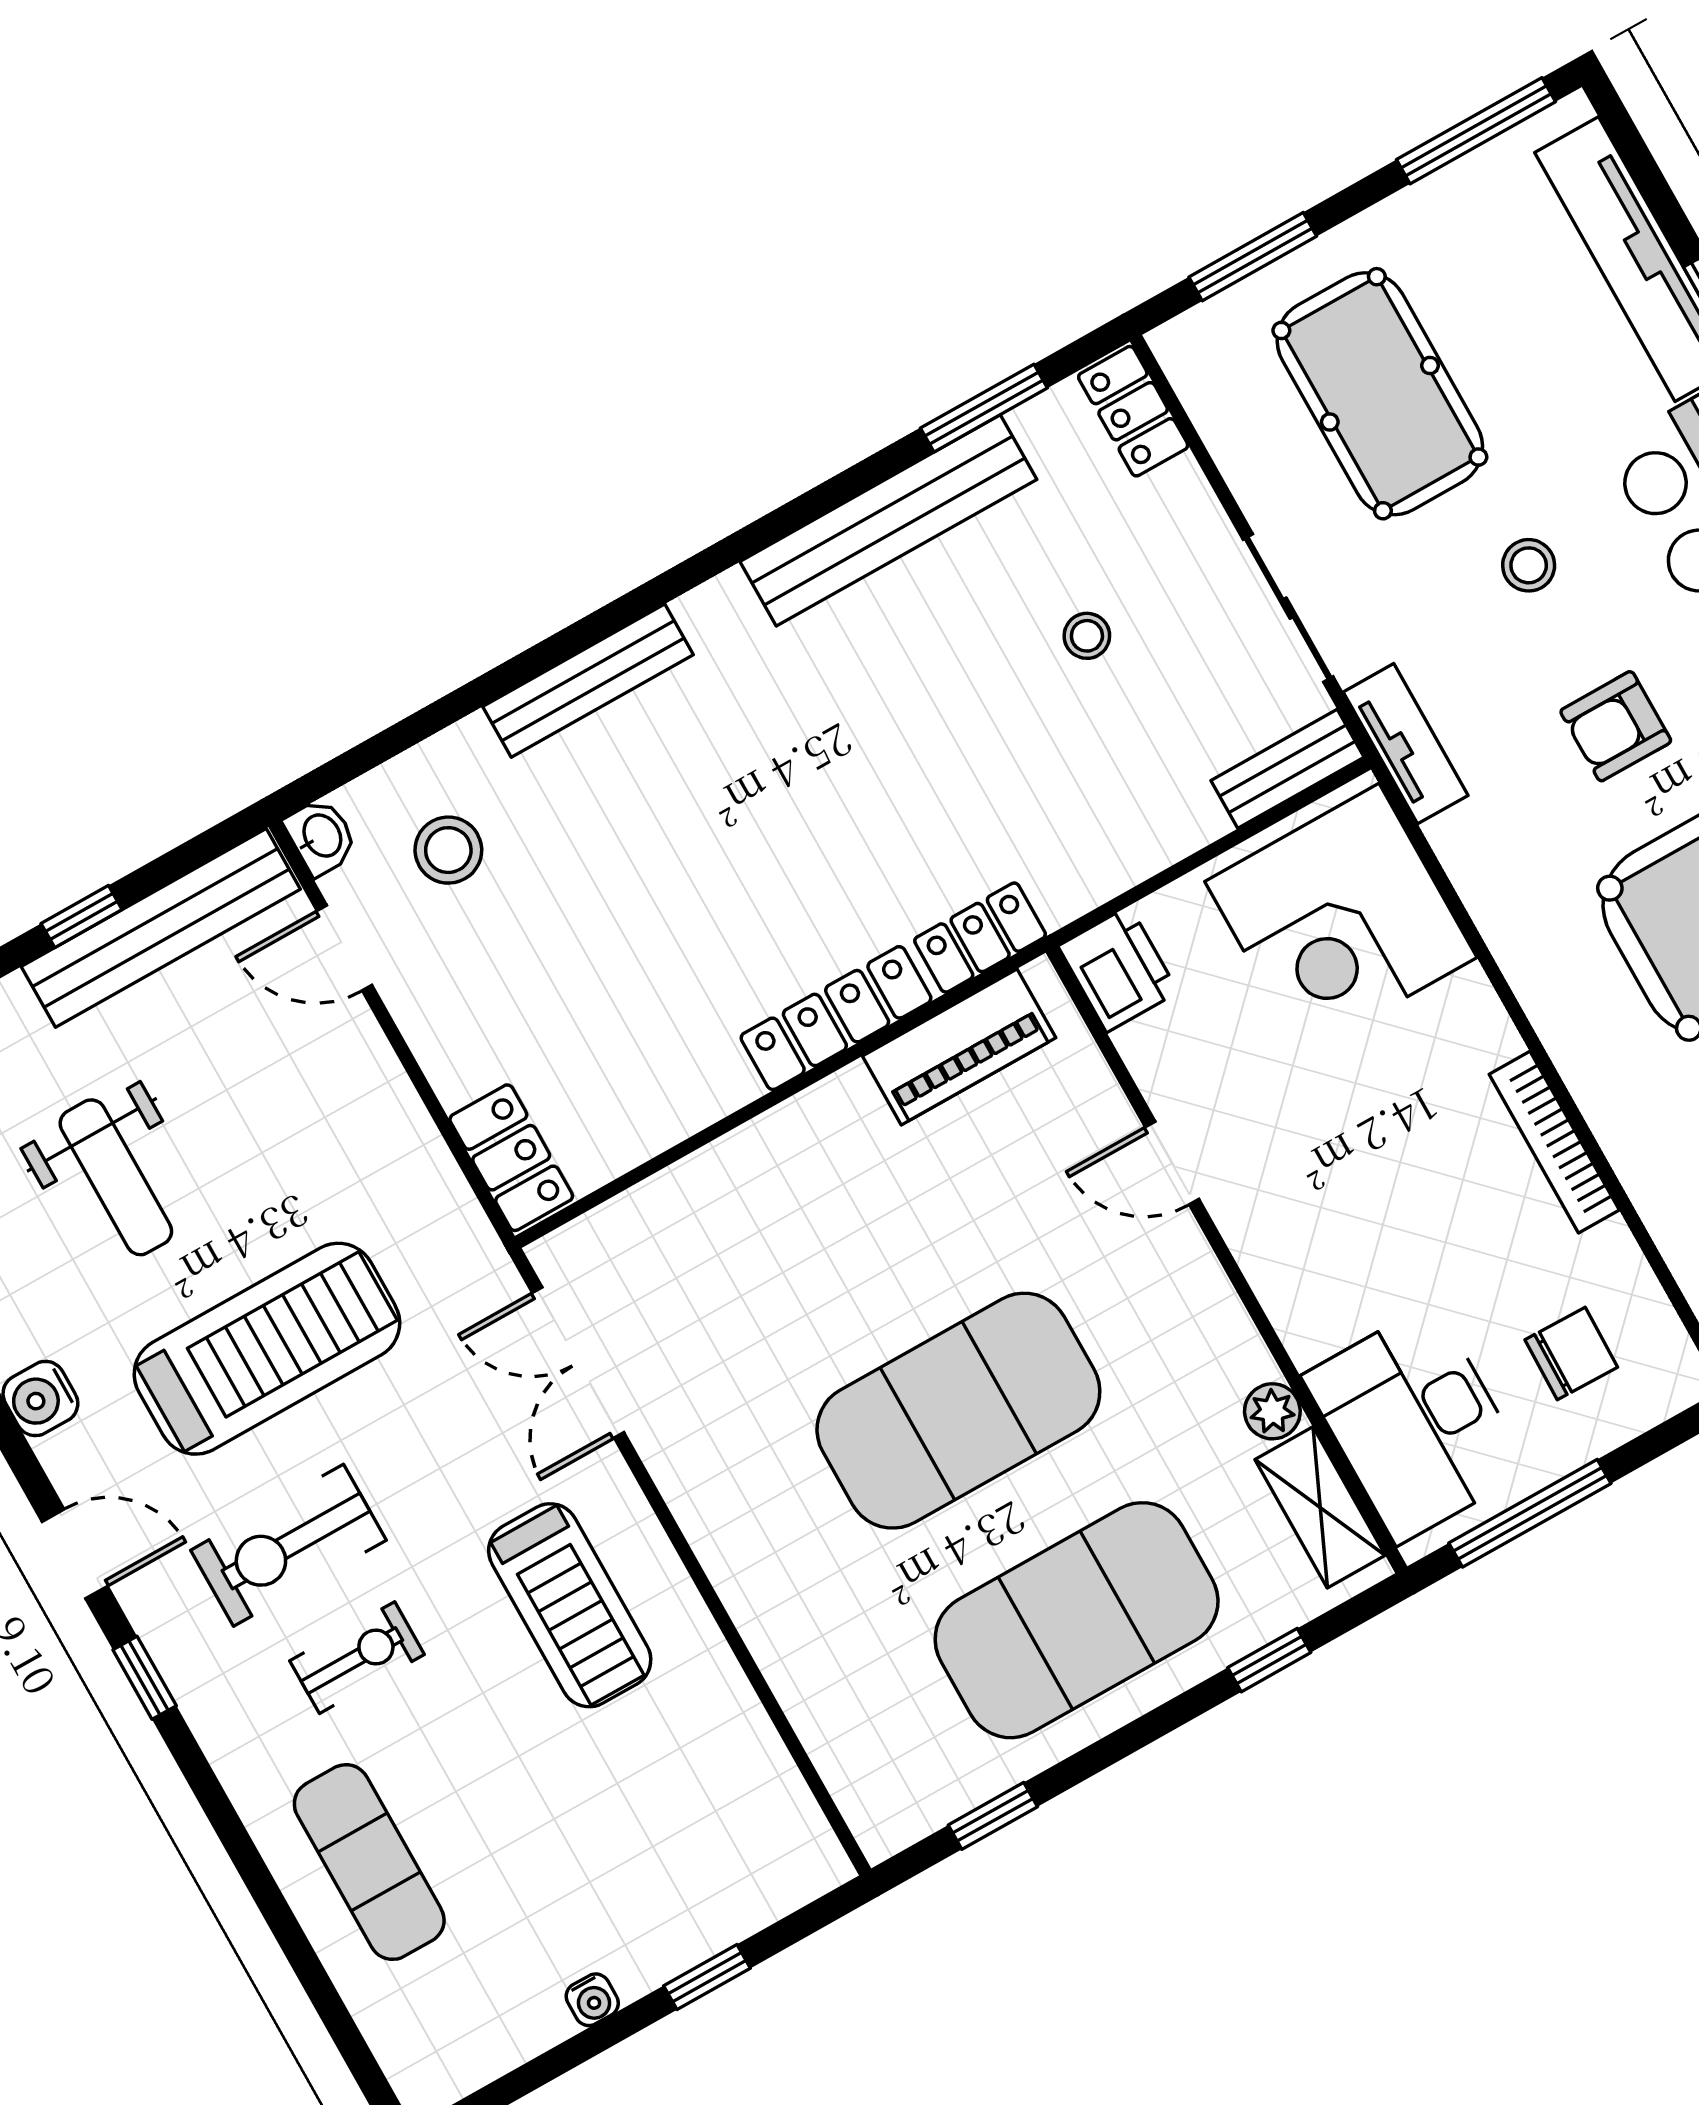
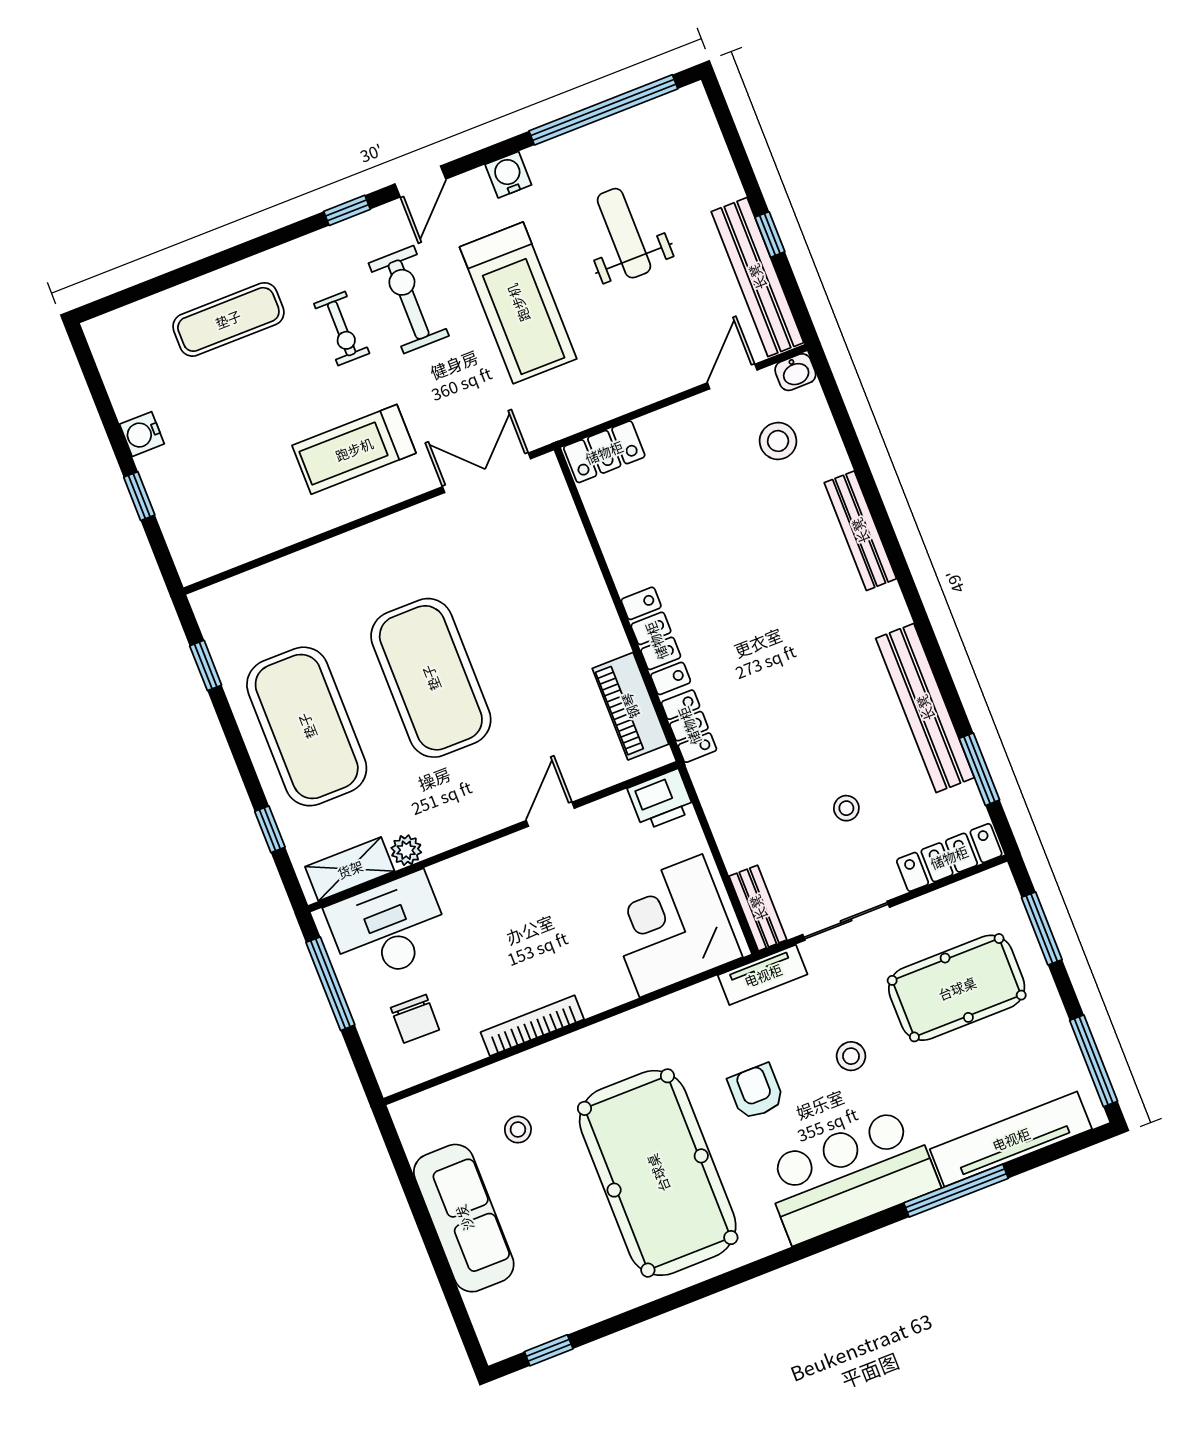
locker: (1133, 411) -> (949, 857), width x1.53
weight bench: (116, 1177) -> (624, 233), turned 90
water cooler: (592, 2000) -> (142, 434), width x1.38, depth x1.38

